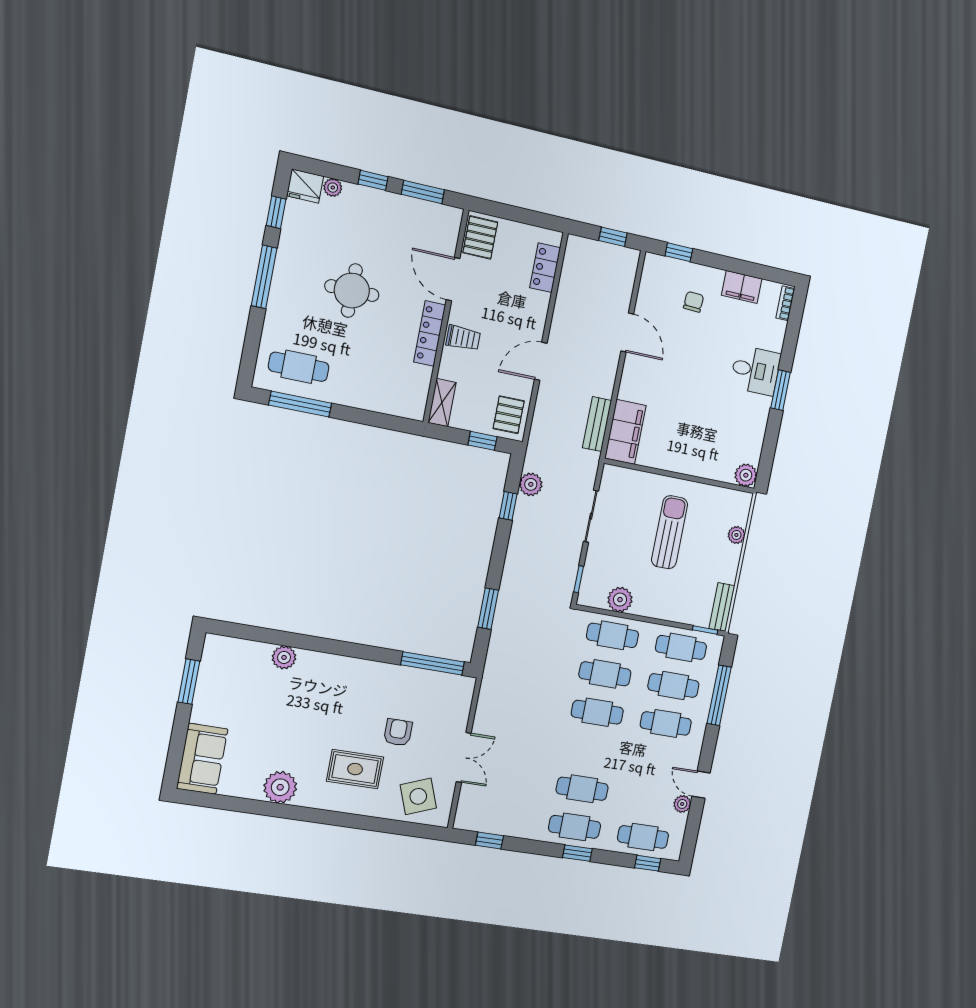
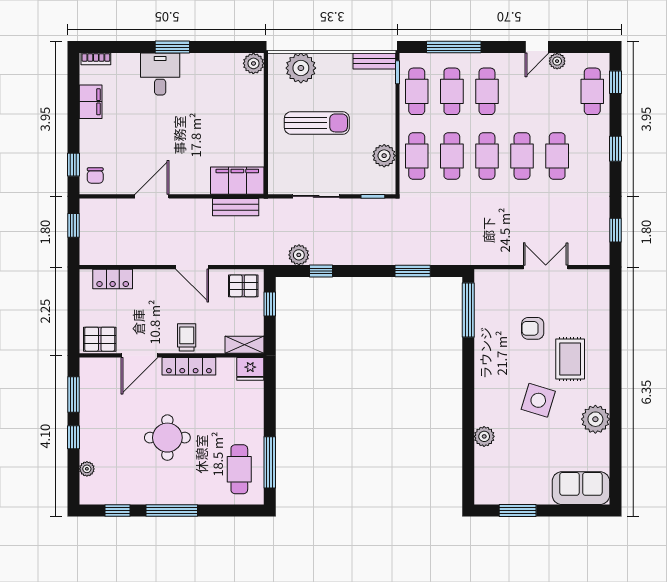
fridge: (305, 186) -> (250, 369), moved, turned 90
chair: (694, 302) -> (95, 175), moved, turned -93
sun lounger: (670, 532) -> (317, 123), turned 180
plant: (736, 535) -> (301, 68), width x1.87, depth x1.87
side table: (418, 796) -> (538, 400), moved, turned 38
cafe table: (575, 827) -> (522, 156), moved

